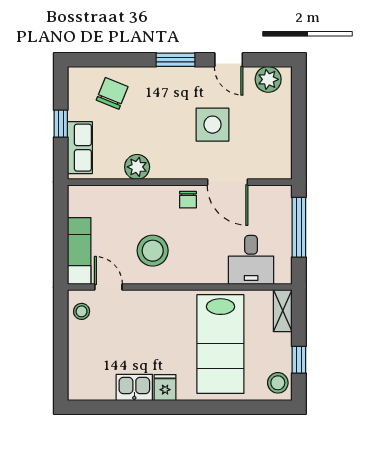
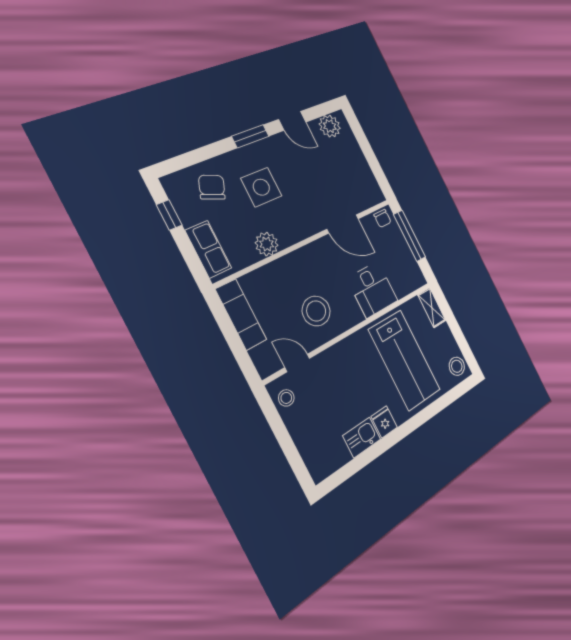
window: (61, 124) -> (169, 215), moved
side table: (212, 125) -> (261, 187), moved
chair: (188, 200) -> (383, 218), moved
exam couch: (79, 251) -> (241, 314), moved
desk: (251, 260) -> (372, 290), moved
window: (299, 360) -> (461, 340), removed

